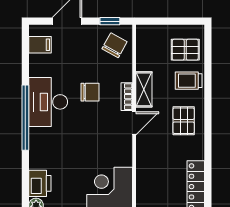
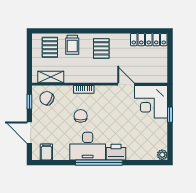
shelving: (144, 89) -> (51, 77), moved
pallet: (184, 121) -> (101, 48), turned 90
door: (134, 123) -> (126, 84), moved
printer: (40, 183) -> (116, 152), moved

